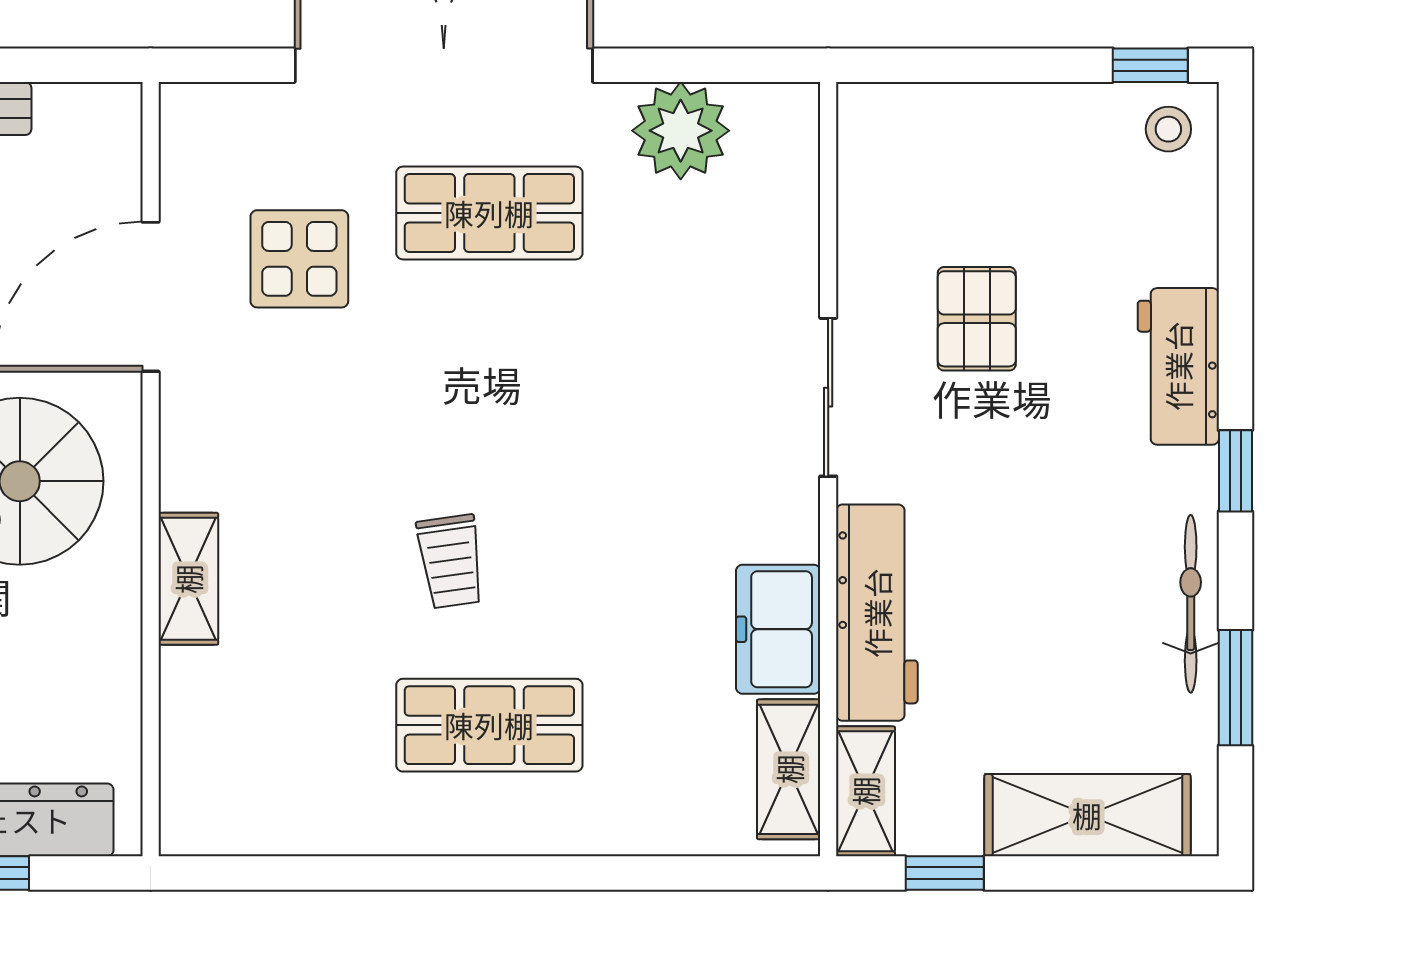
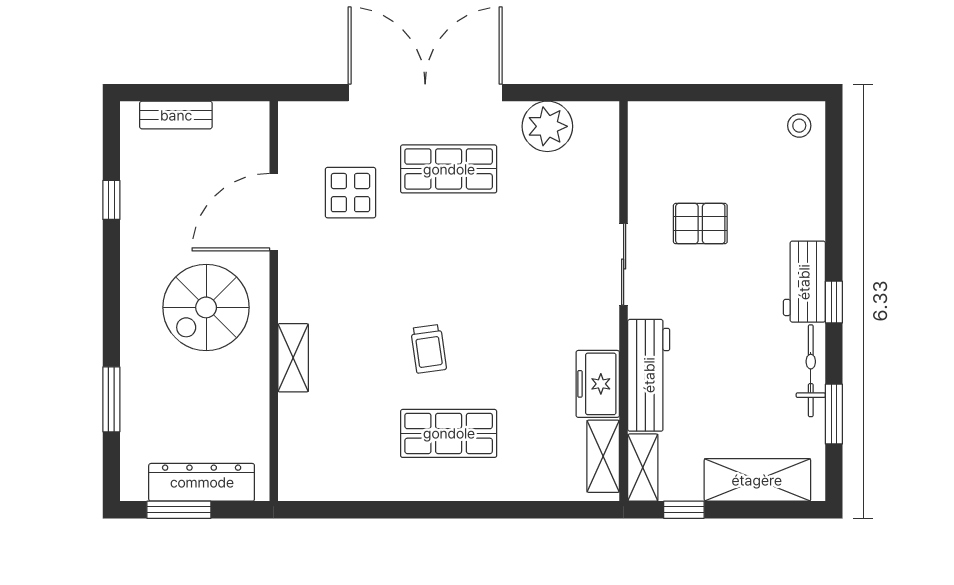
window: (1150, 65) -> (790, 93), removed
pallet: (977, 319) -> (700, 224), turned 90
workbench: (1178, 366) -> (804, 282), moved

